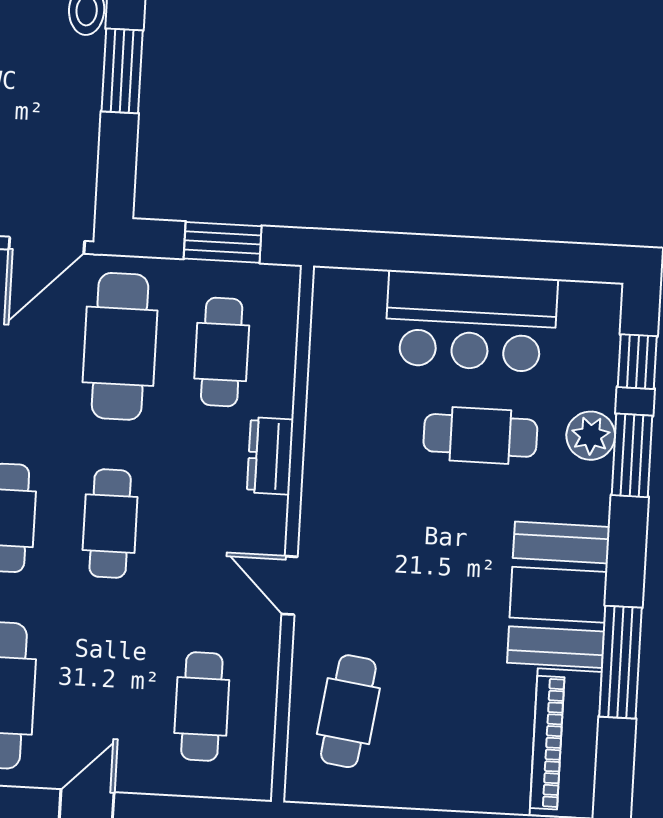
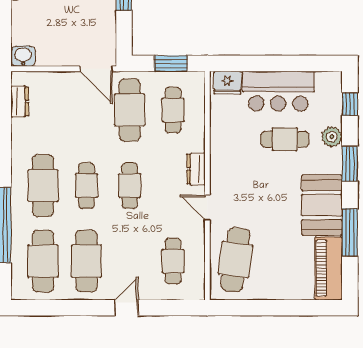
door: (47, 245) -> (96, 69), hinge flipped
fridge: (353, 295) -> (227, 83), added
window: (632, 455) -> (350, 164), moved
dresser: (270, 456) -> (196, 169), moved
cafe table: (348, 711) -> (235, 260), width x1.37, depth x1.35

